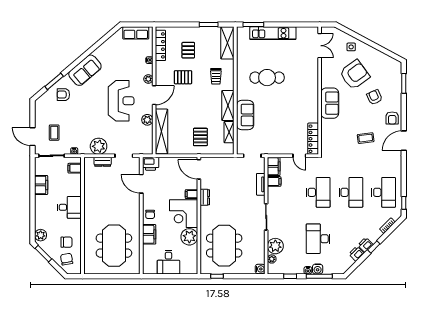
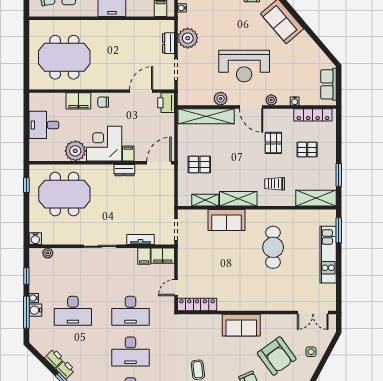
desk: (318, 239) -> (73, 311), turned 180
plant: (275, 246) -> (64, 258), removed

